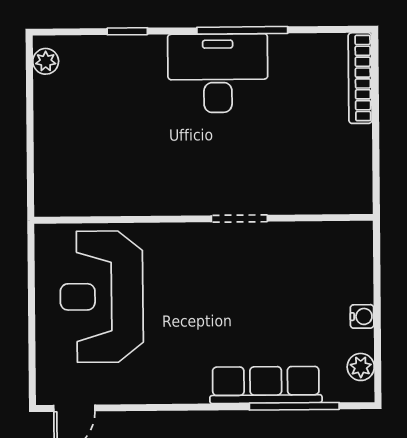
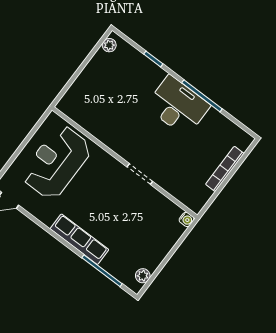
bookcase: (360, 78) -> (225, 169), moved
water cooler: (362, 316) -> (187, 219), moved
row of seats: (266, 385) -> (79, 239), moved

